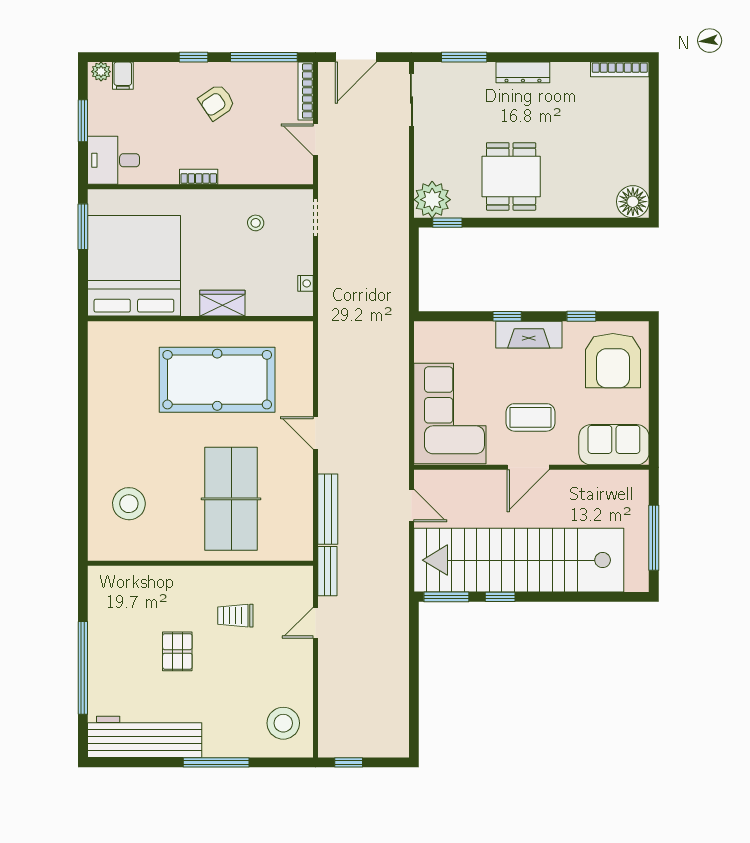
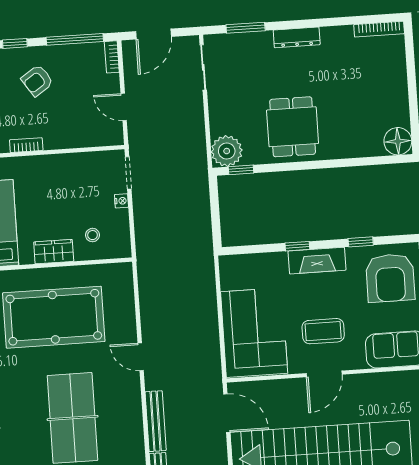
bookcase: (306, 91) -> (112, 57), width x0.64
stool: (256, 223) -> (93, 235), moved
nightstand: (305, 283) -> (121, 201), moved
door: (411, 505) -> (227, 413), width x1.38

